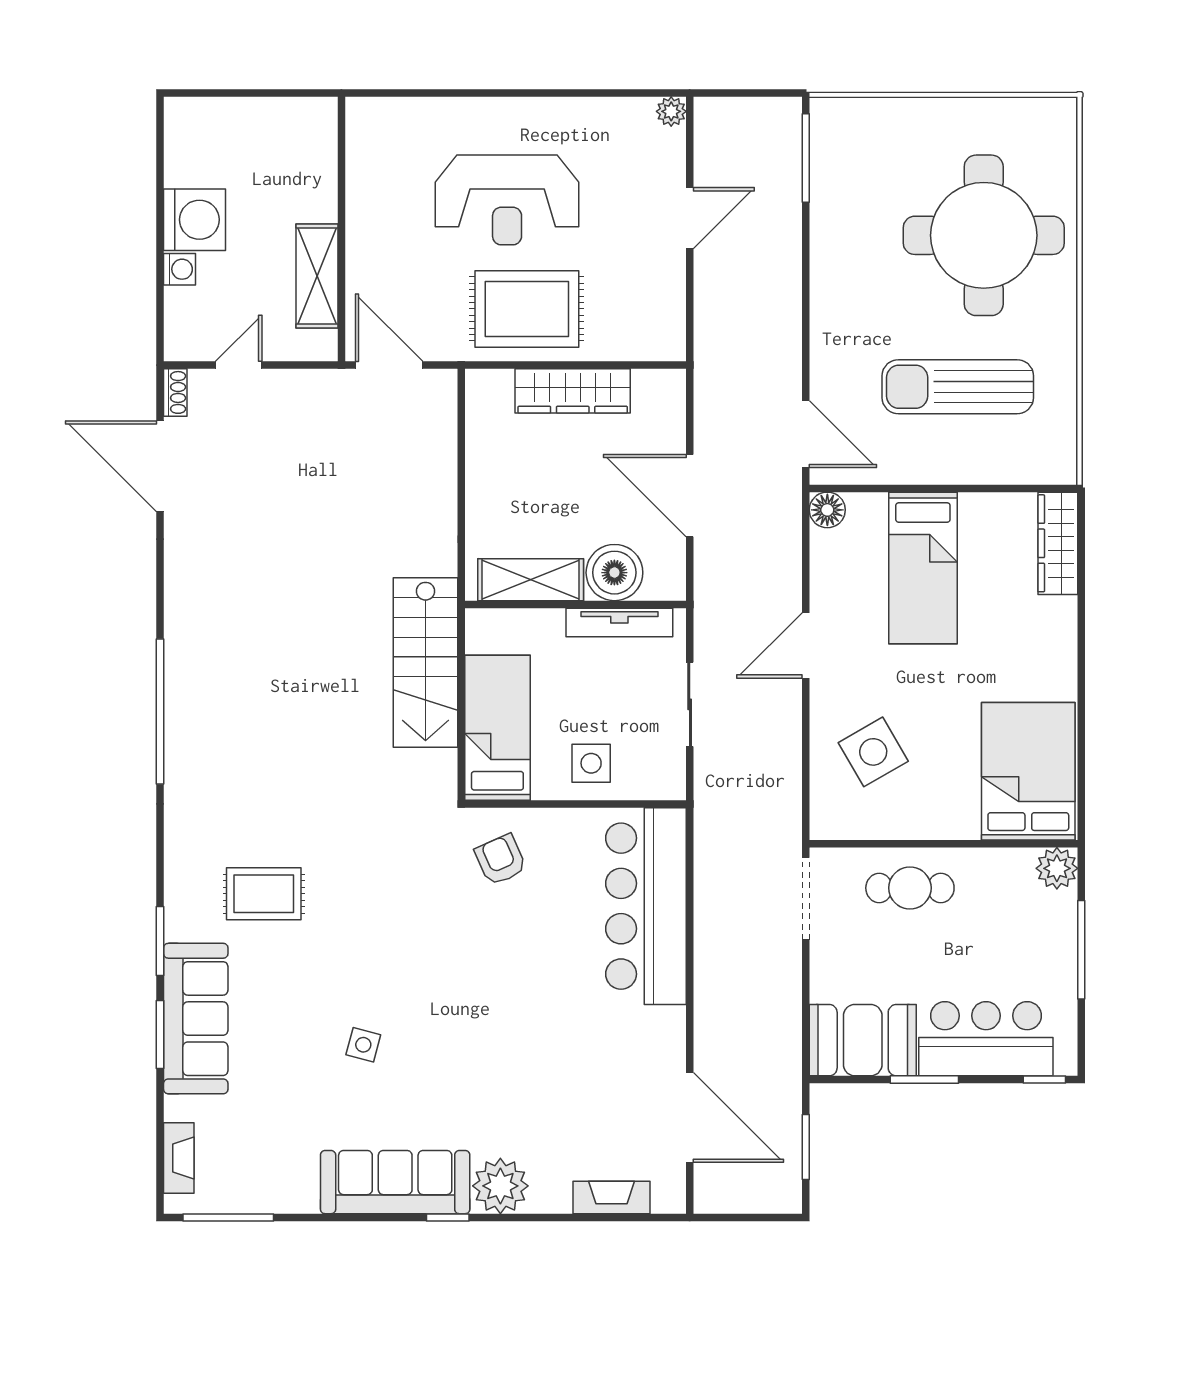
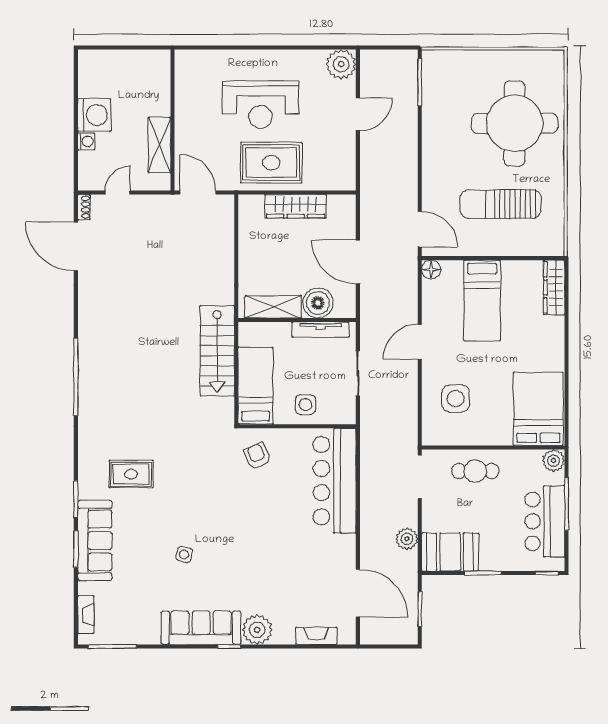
plant: (671, 111) -> (341, 64), width x1.88, depth x1.88
side table: (873, 752) -> (456, 399), turned 30
plant: (782, 1015) -> (407, 539), added
bar counter: (986, 1039) -> (545, 521), moved, turned -90

